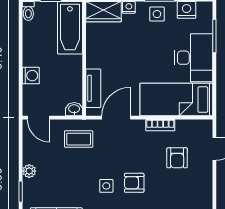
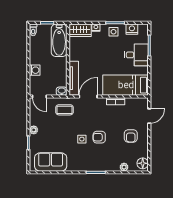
desk: (194, 58) -> (136, 55), width x0.73
tv unit: (93, 88) -> (74, 78), width x1.41
armchair: (177, 158) -> (131, 136), moved

